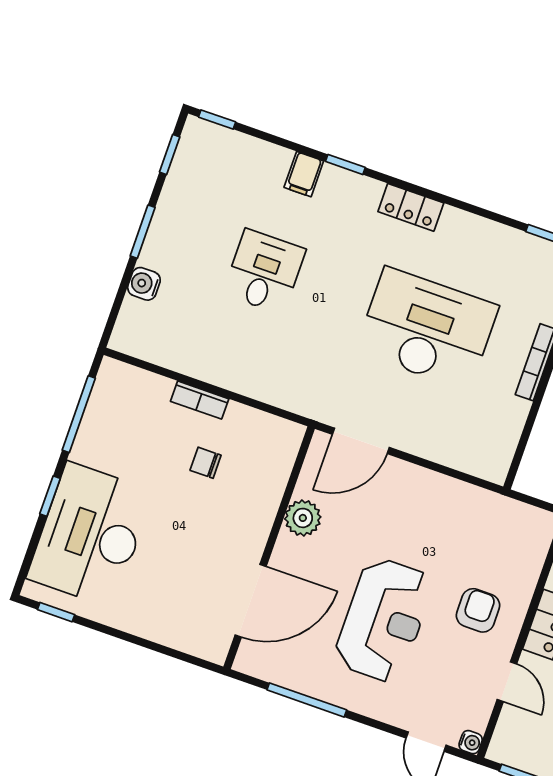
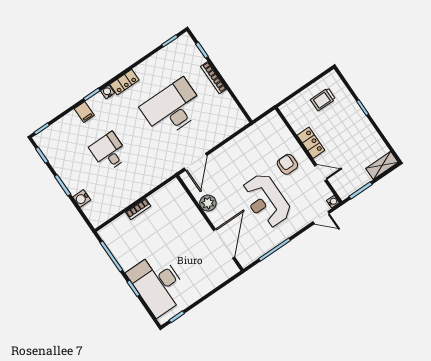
water cooler: (371, 189) -> (107, 92), added
chair: (206, 463) -> (162, 223), removed
reception desk: (384, 620) -> (266, 201), turned 180

